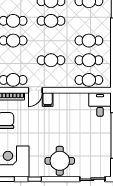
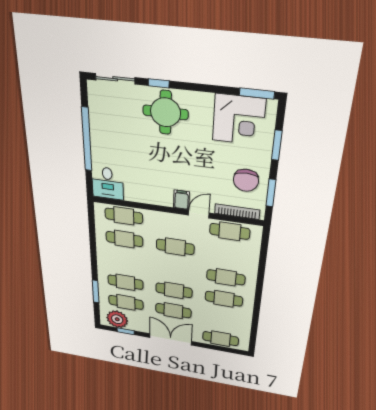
cafe table: (89, 41) -> (125, 282), moved
window: (35, 179) -> (159, 83), moved

